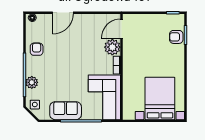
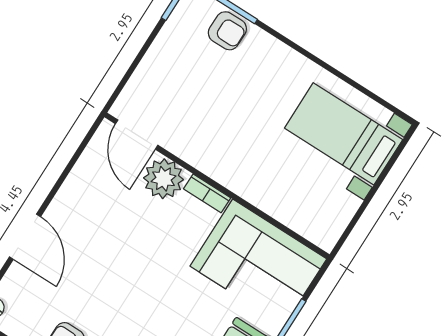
armchair: (176, 37) -> (227, 31), turned -90
bed with nightstands: (160, 98) -> (344, 134), width x0.73

